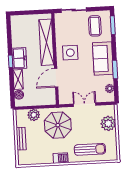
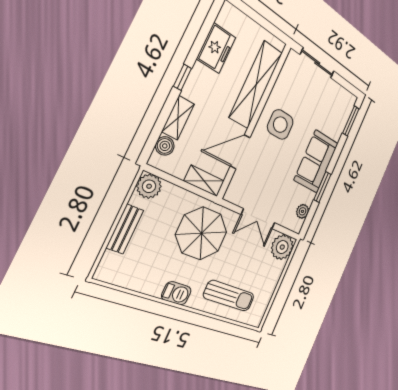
coffee table: (95, 26) -> (331, 106), removed
freezer: (19, 58) -> (216, 48), moved
shelving: (46, 101) -> (204, 181), added
double door: (85, 105) -> (258, 219), swing flipped
plant: (34, 115) -> (149, 186), moved
plant: (108, 123) -> (282, 247), moved

